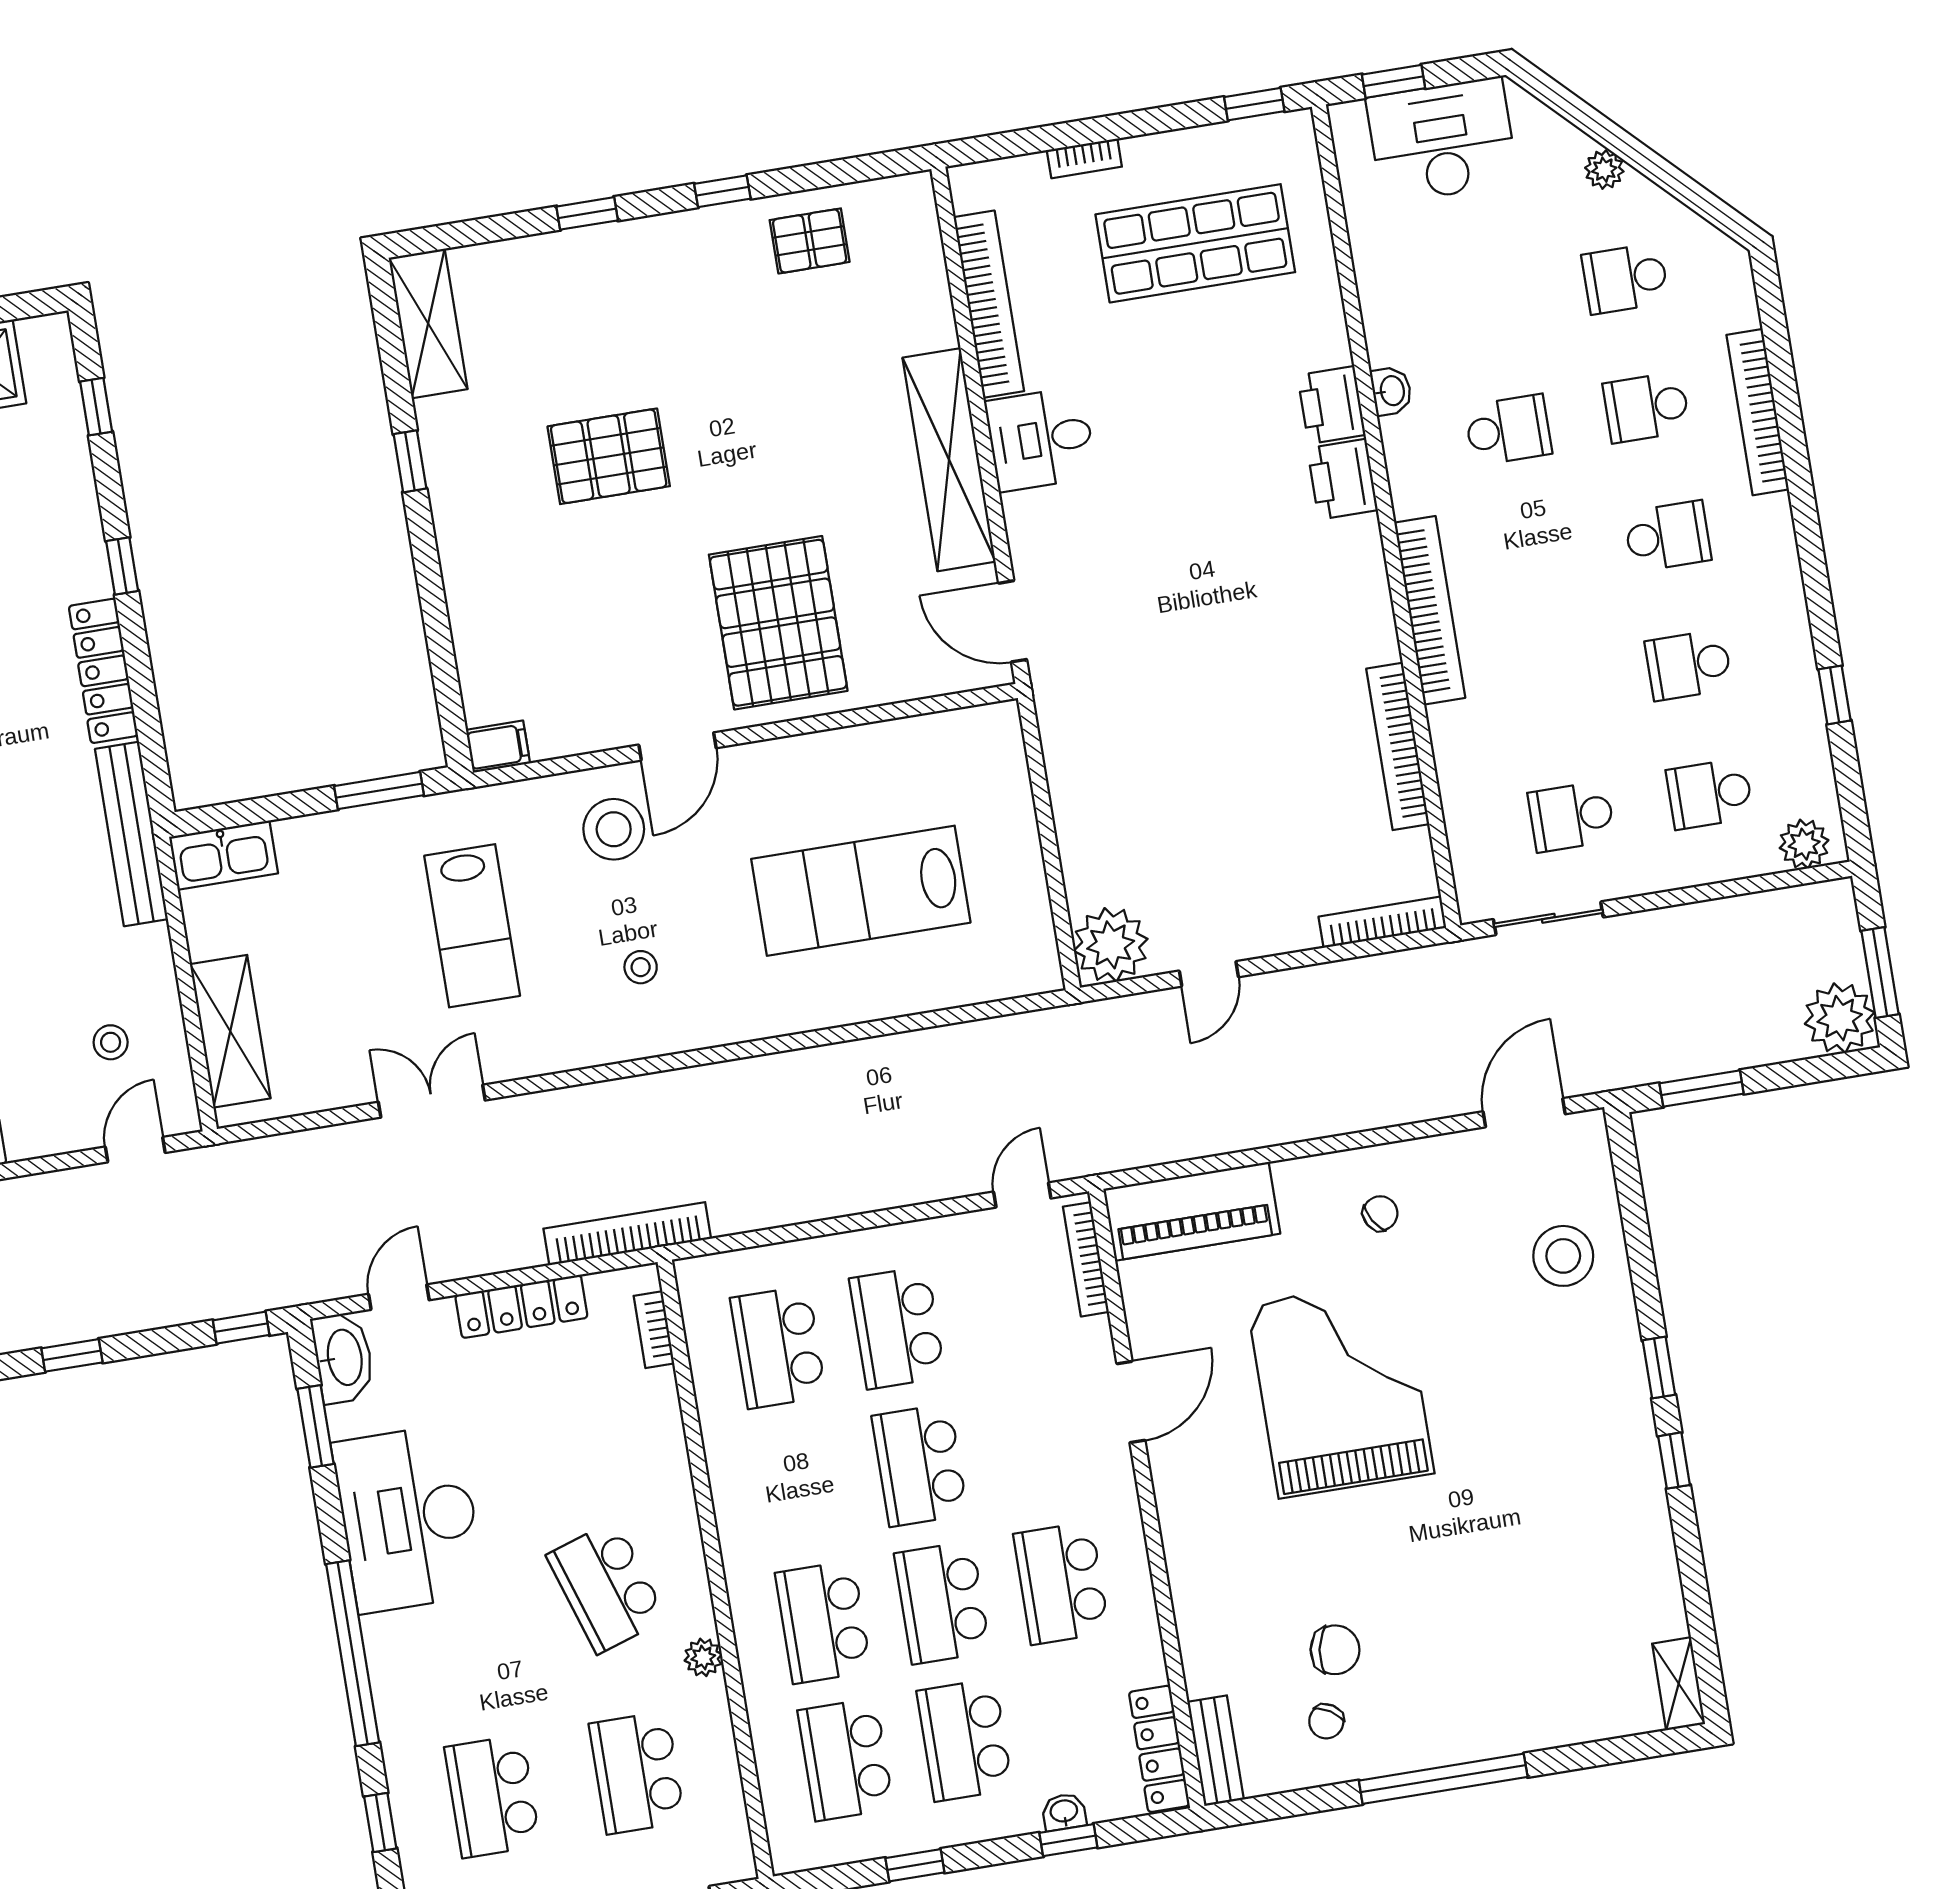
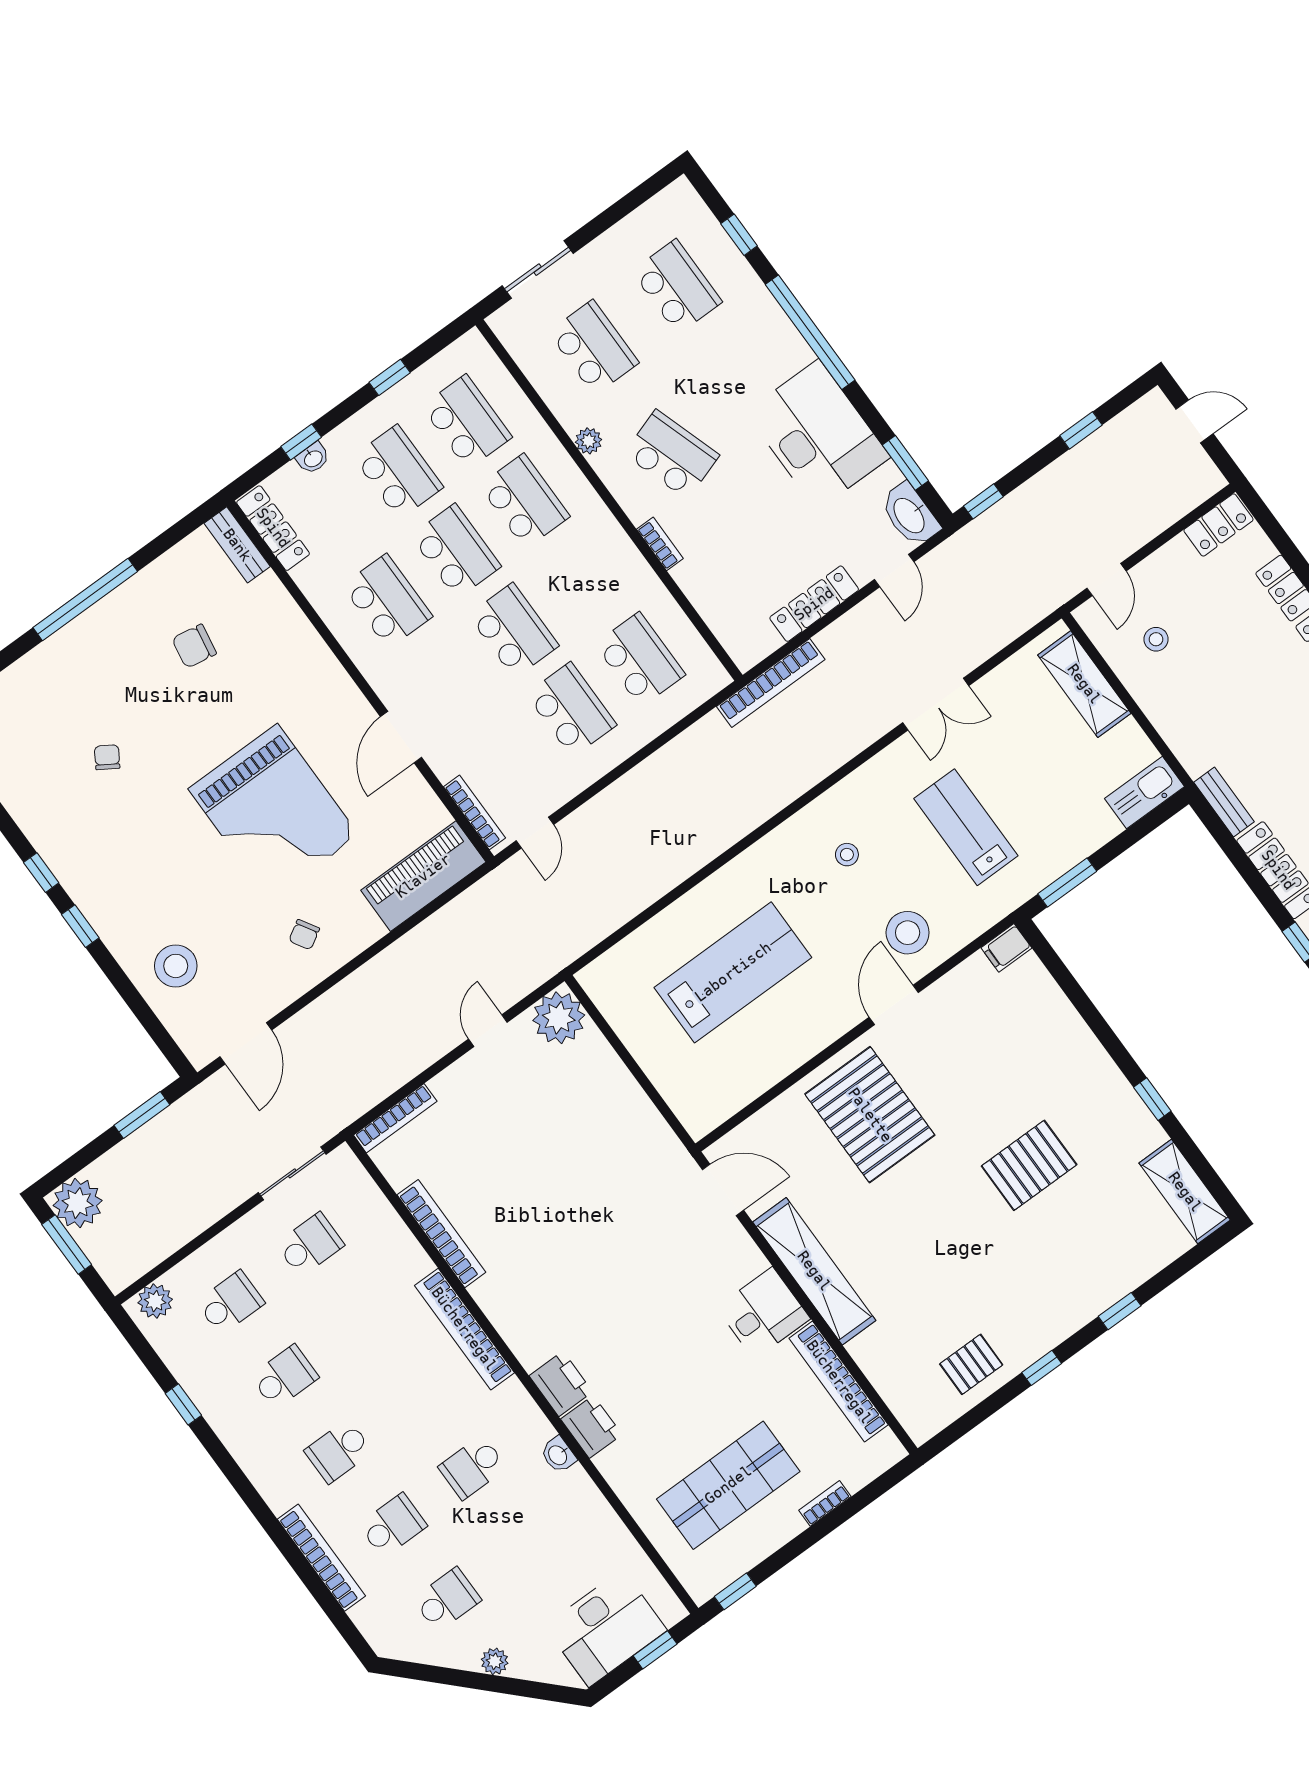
bench: (132, 834) -> (1224, 802), width x0.54, depth x0.82
bookcase: (654, 1330) -> (660, 544), moved
chair: (1326, 1721) -> (107, 757), moved

